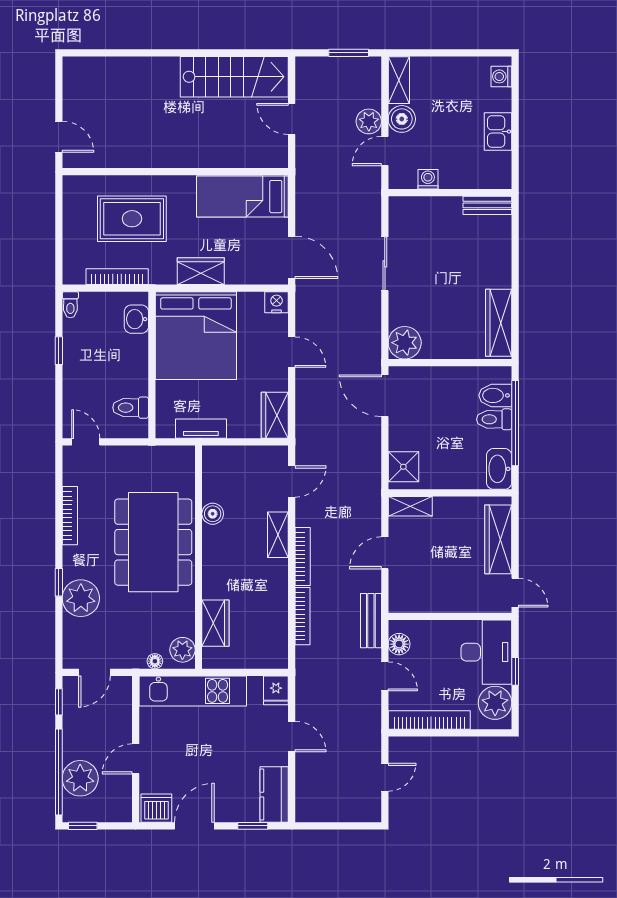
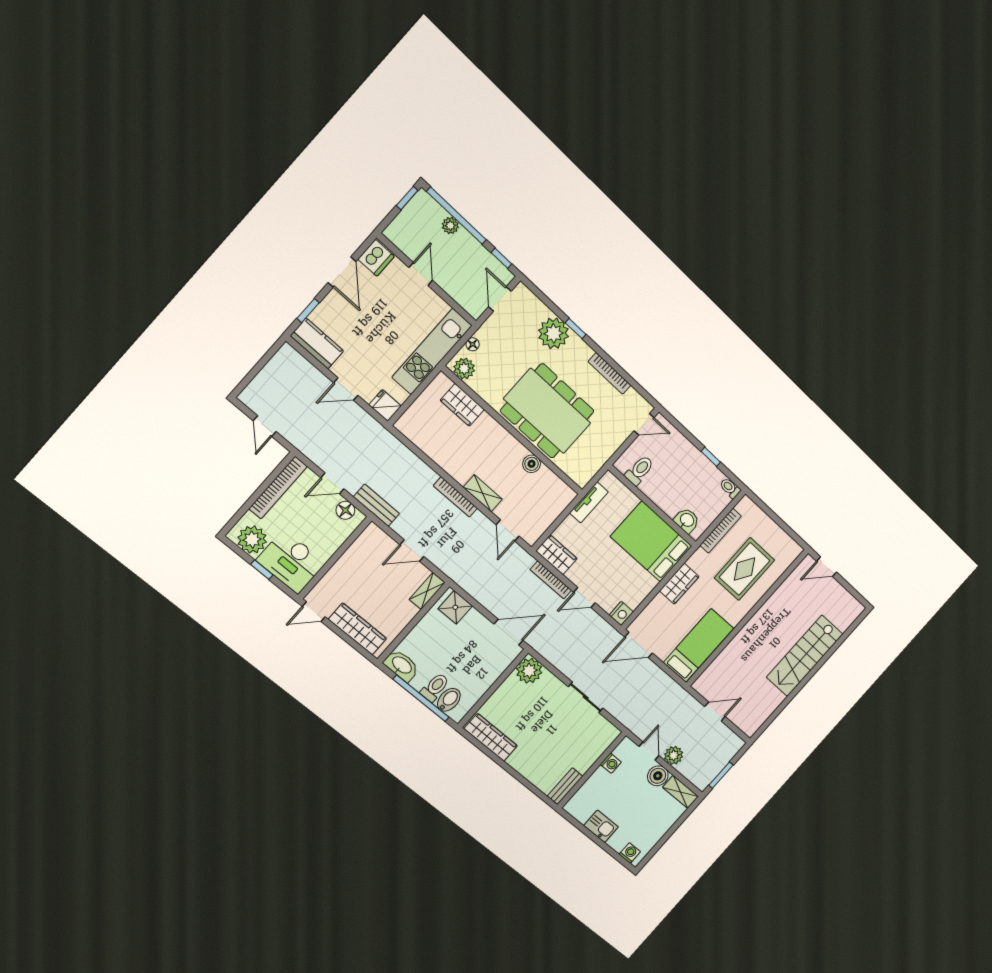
stairs: (234, 77) -> (805, 656), moved
bed: (196, 336) -> (651, 541), width x0.73
door: (385, 553) -> (412, 551), swing flipped
bookcase: (302, 616) -> (551, 580), moved
plant: (80, 778) -> (450, 226), width x0.53, depth x0.53

